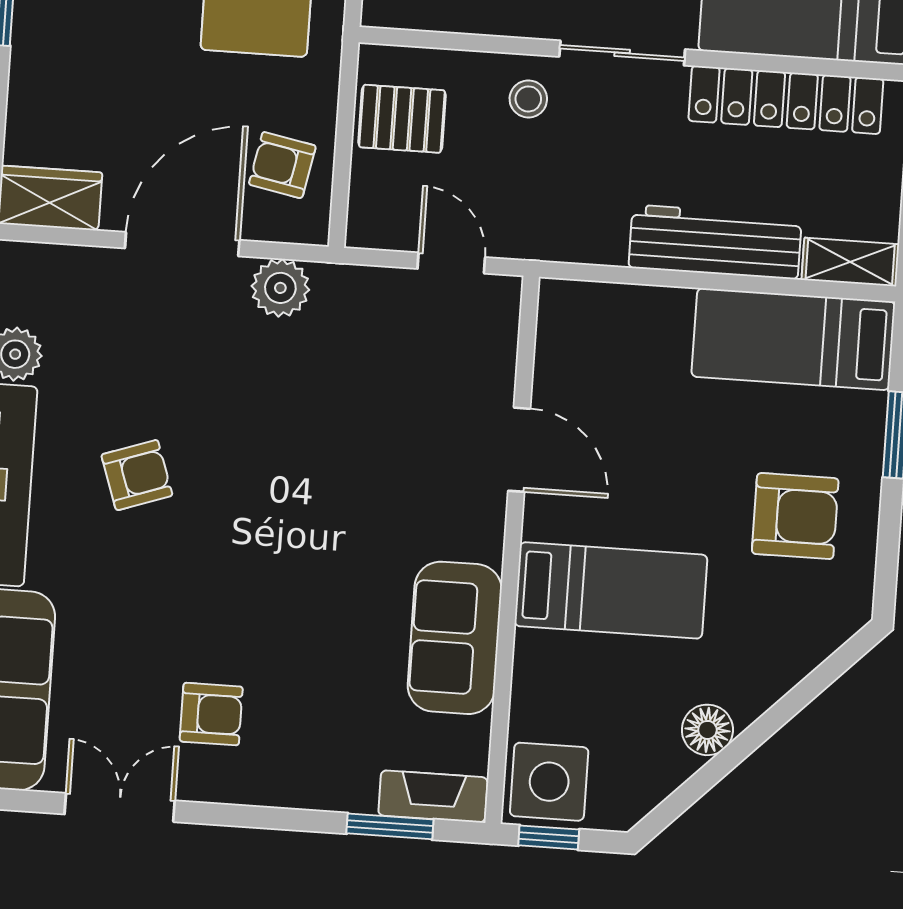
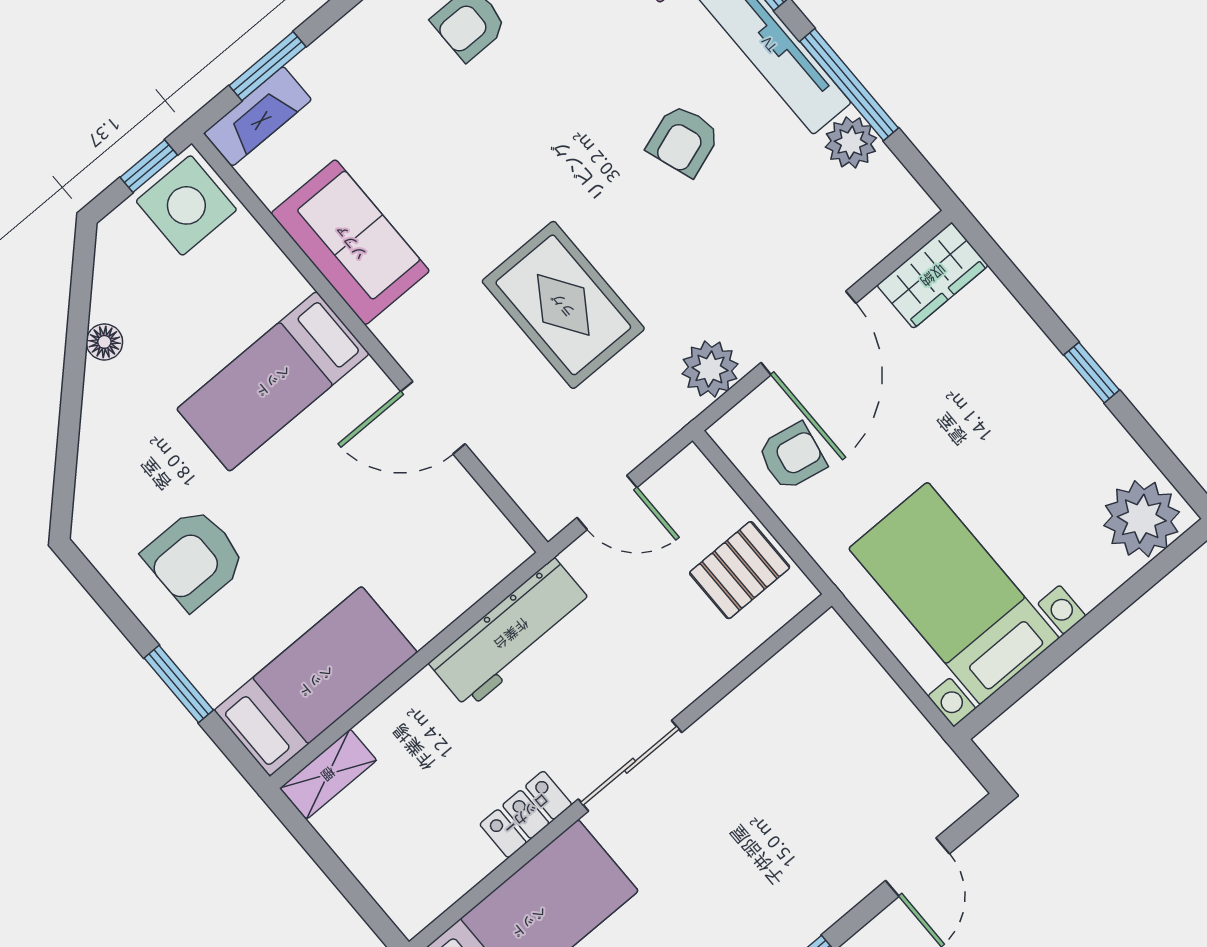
stool: (528, 99) -> (665, 670), removed
locker: (786, 100) -> (526, 814), width x0.46, depth x0.83
workbench: (715, 242) -> (511, 634), moved
rug: (343, 440) -> (563, 305), added
floor lamp: (707, 730) -> (104, 342), width x0.73, depth x0.73

